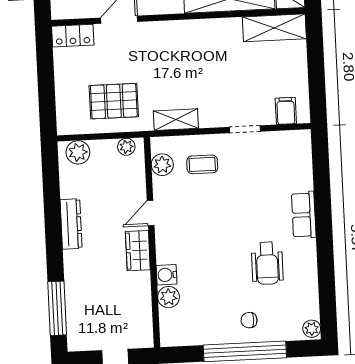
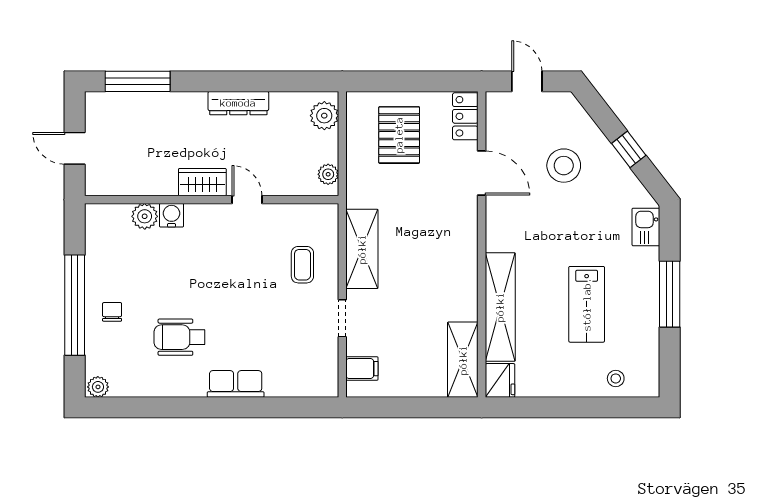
pallet: (114, 101) -> (399, 135), moved
shelving: (176, 120) -> (362, 249), width x1.50, depth x1.33
plant: (162, 165) -> (304, 217), removed

